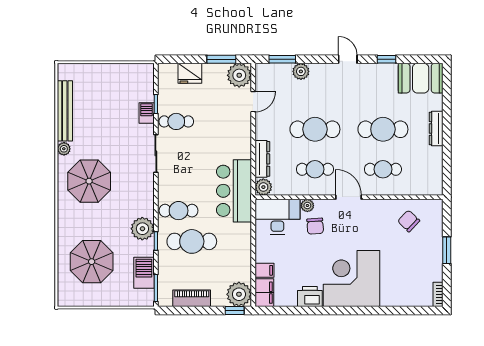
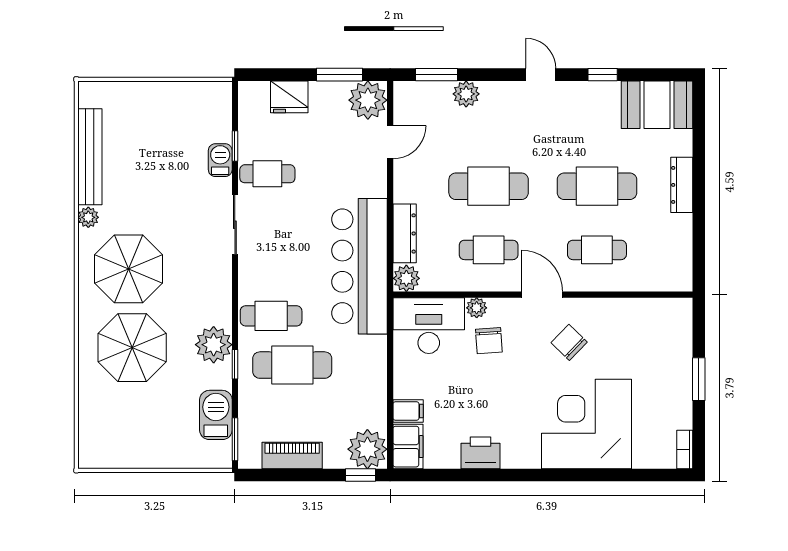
bar counter: (234, 191) -> (359, 266), width x1.36
chair: (409, 221) -> (569, 342), moved
parasol: (92, 262) -> (132, 348), moved
corner desk: (351, 278) -> (586, 424), moved

